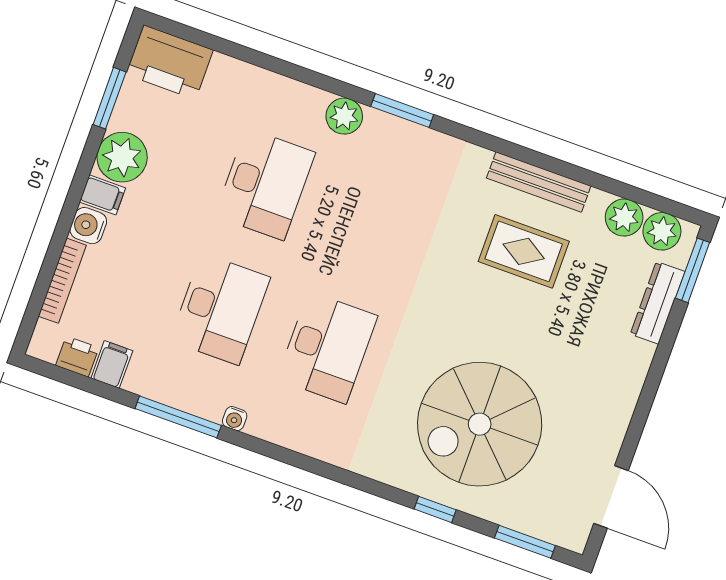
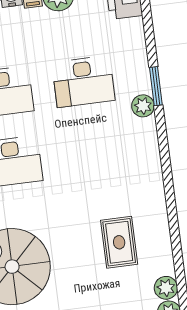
window: (402, 111) -> (156, 86), moved
bench: (539, 182) -> (161, 231), removed

